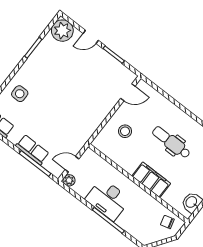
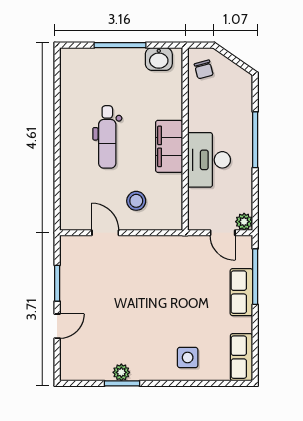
plant: (62, 31) -> (121, 372), moved, width x0.53, depth x0.53
door: (91, 37) -> (57, 326), hinge flipped
door: (128, 92) -> (105, 233), moved
filing cabinet: (151, 180) -> (169, 146), moved
desk: (108, 199) -> (209, 160), moved, turned 180

